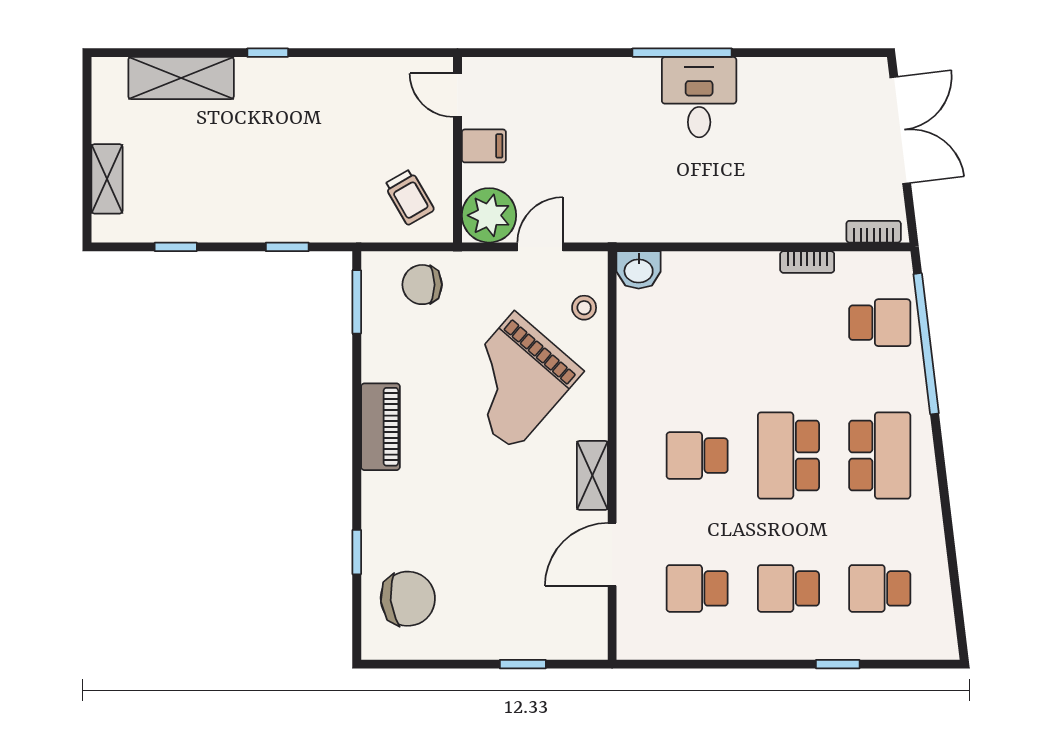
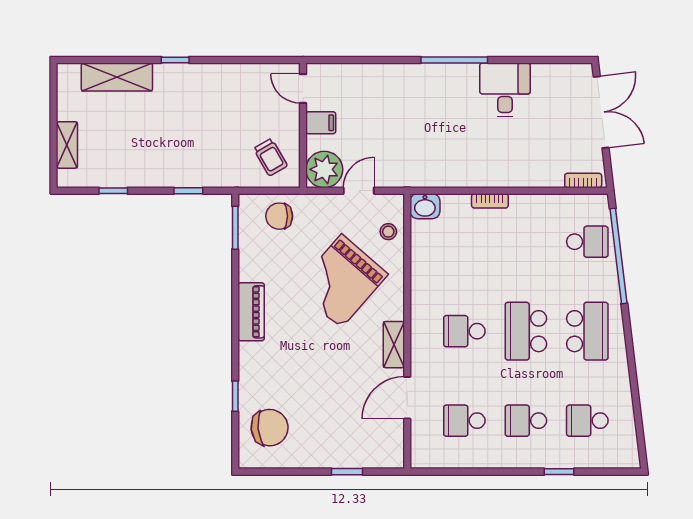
desk: (699, 97) -> (505, 90), moved
bookcase: (807, 262) -> (490, 201), moved

